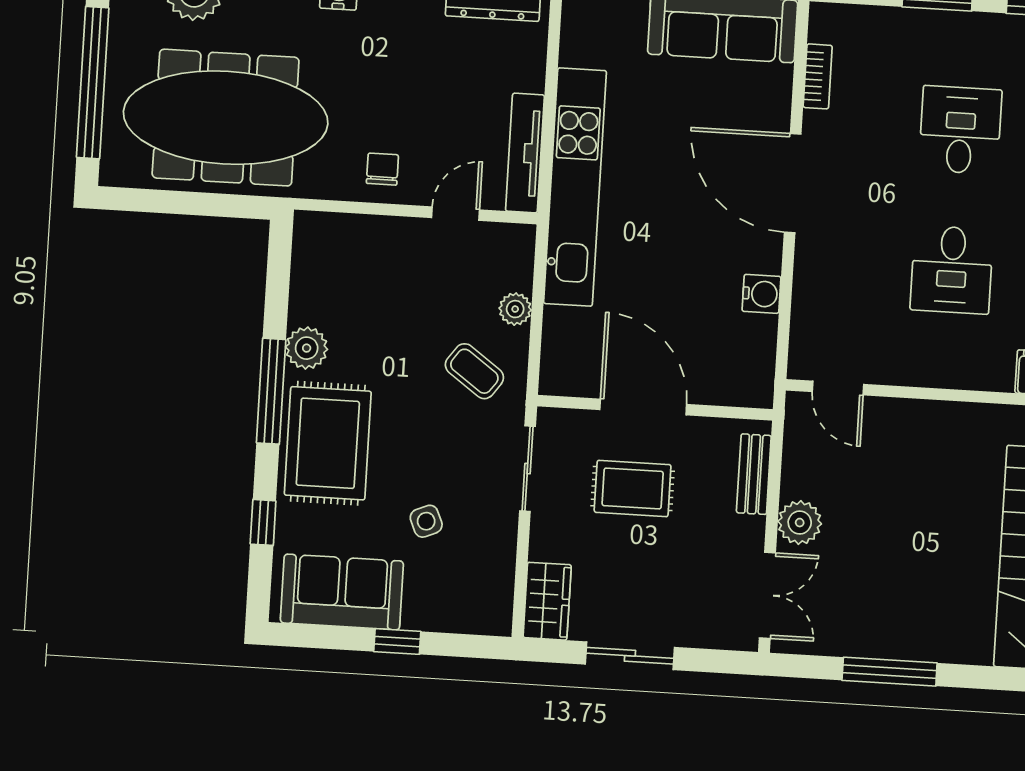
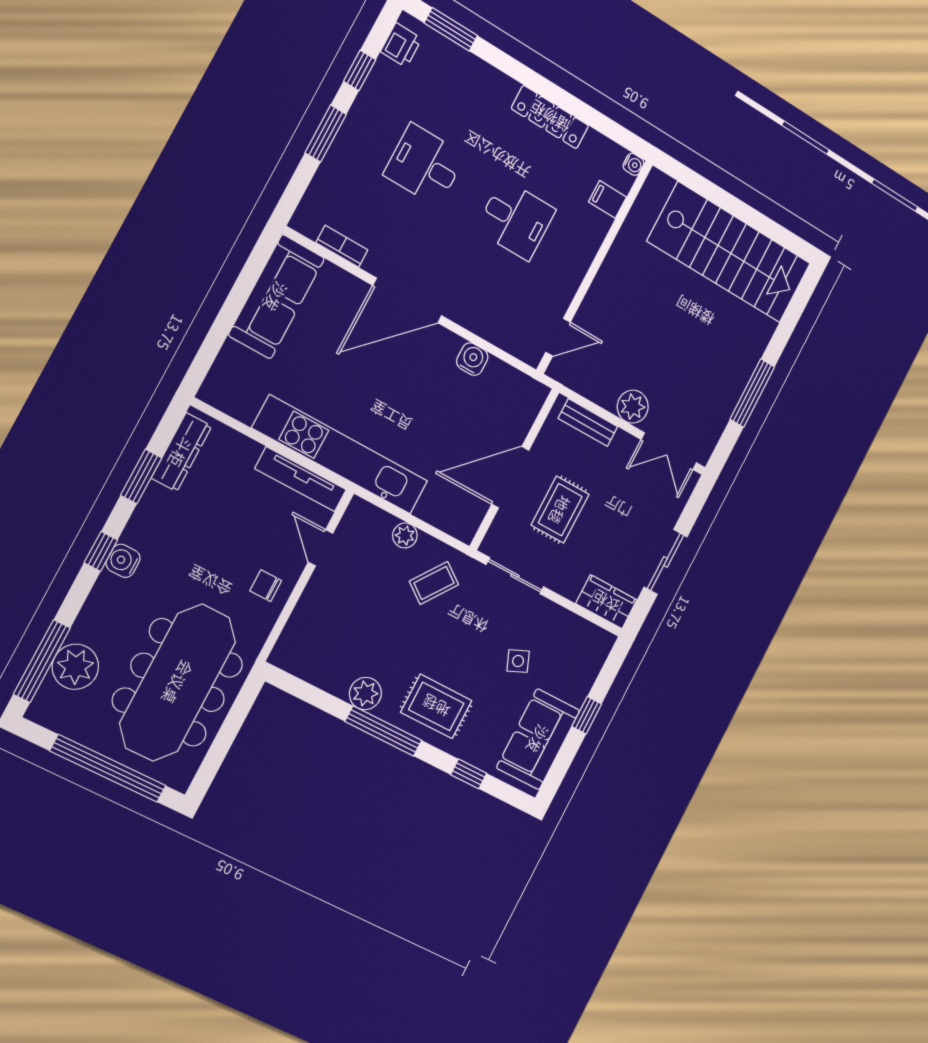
rug: (328, 443) -> (436, 706), width x0.73, depth x0.70
double door: (767, 595) -> (669, 451), swing flipped

